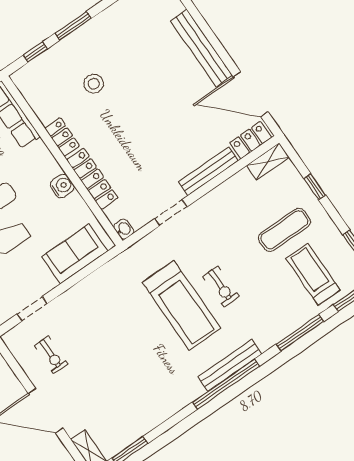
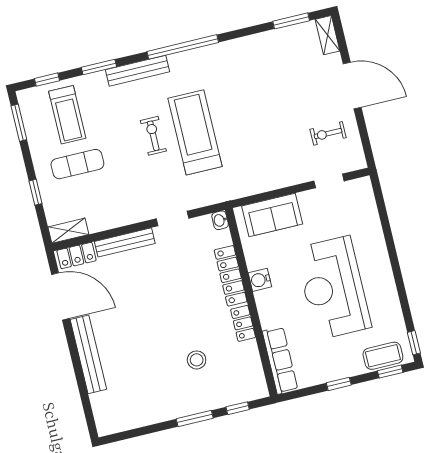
window: (300, 333) -> (99, 67), width x0.69
exercise bike: (51, 355) -> (328, 133), turned -90
bench: (230, 365) -> (137, 71), moved

